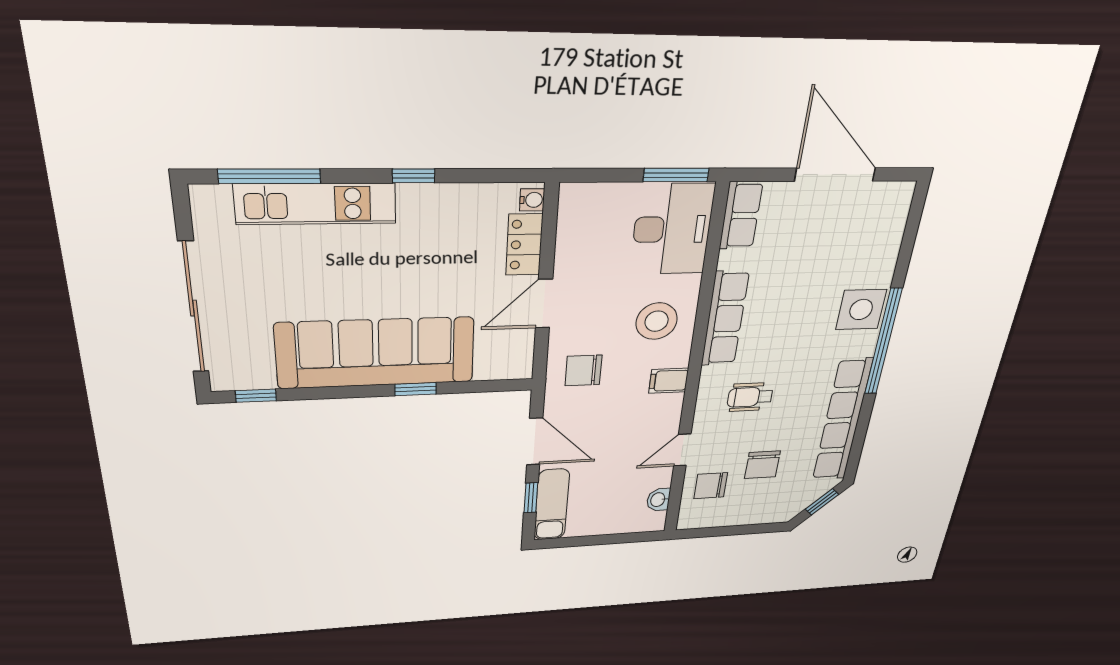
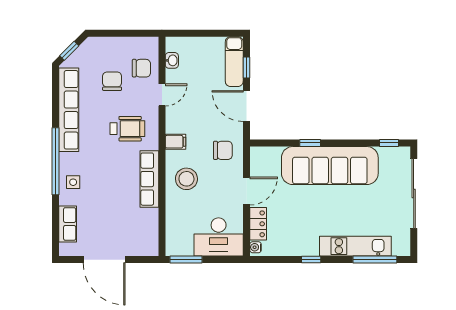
row of seats: (741, 216) -> (68, 224), moved, turned 180
desk: (672, 229) -> (219, 237), moved, turned -90
side table: (861, 310) -> (73, 182), width x0.54, depth x0.54
wheelchair: (750, 397) -> (127, 129), width x1.36, depth x1.37

